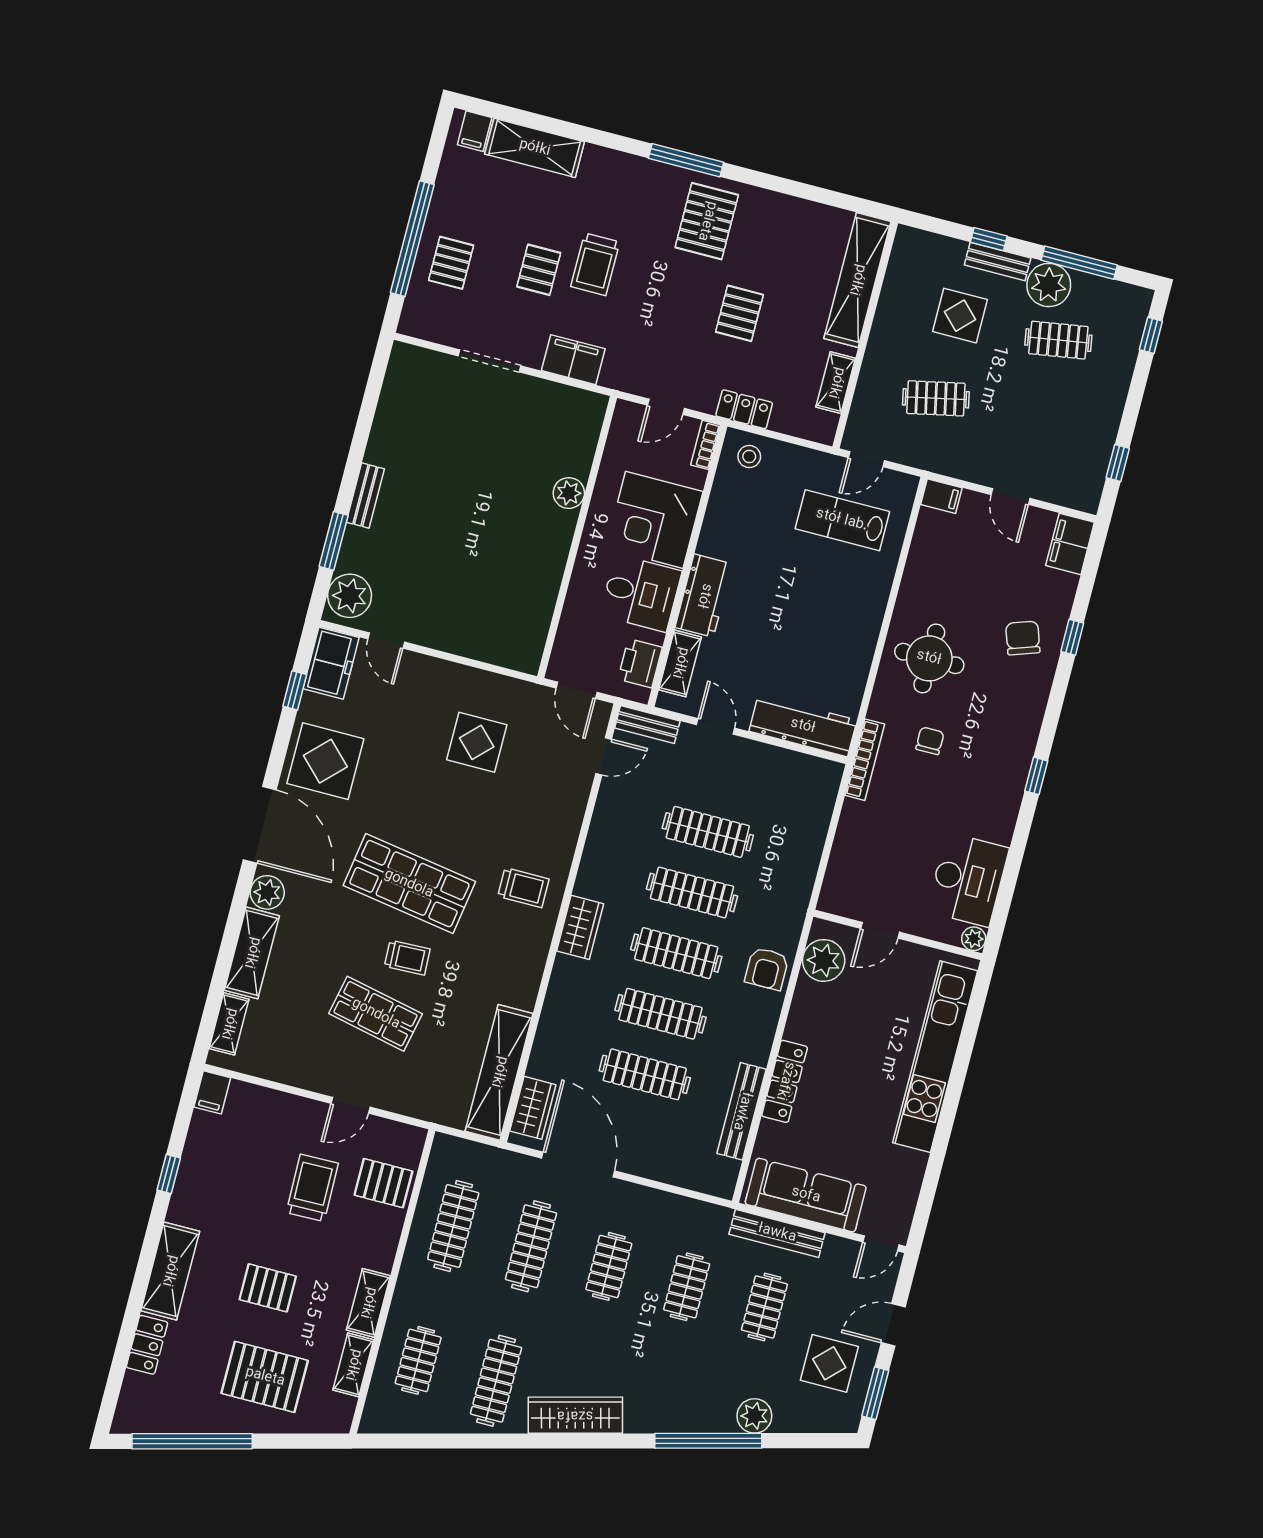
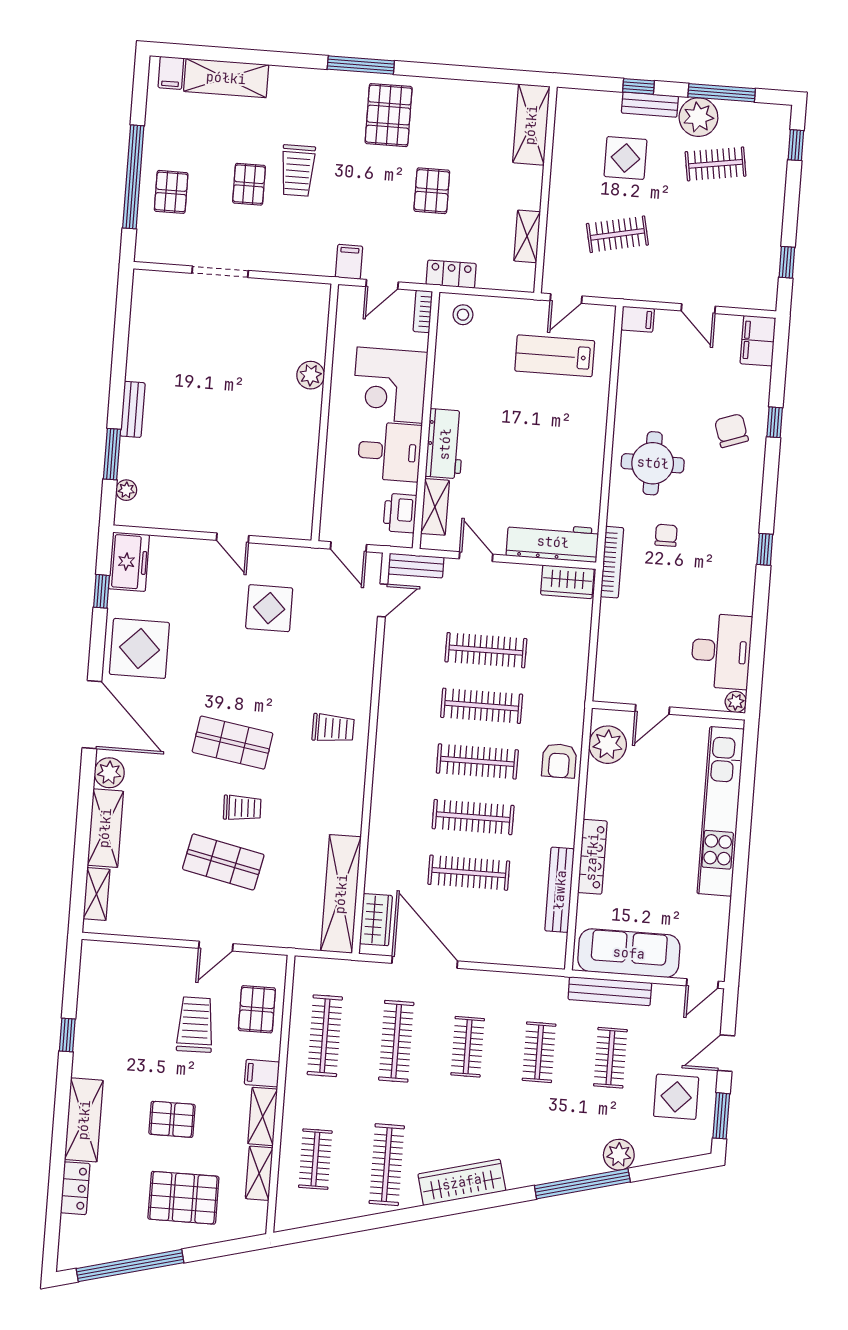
shelving: (857, 280) -> (531, 125), width x0.68
filing cabinet: (573, 360) -> (349, 262), moved, width x0.50
plant: (350, 596) -> (126, 490), width x0.53, depth x0.53
door: (386, 641) -> (233, 538), moved
shop shelf: (409, 884) -> (232, 743), width x0.70, depth x0.74
wardrobe: (580, 927) -> (567, 582), moved, turned 90
filing cabinet: (212, 1092) -> (262, 1073), moved, turned 90
pallet: (383, 1183) -> (257, 1009), turned 90

